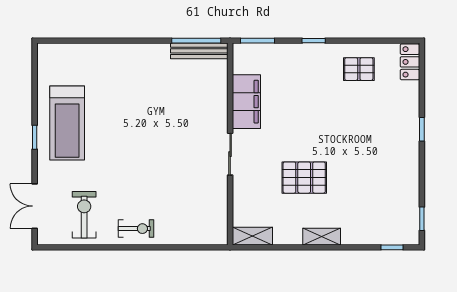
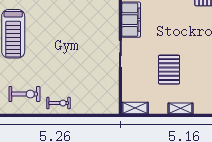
pallet: (304, 178) -> (169, 70), turned 90
exercise bike: (84, 215) -> (24, 94), turned 90

